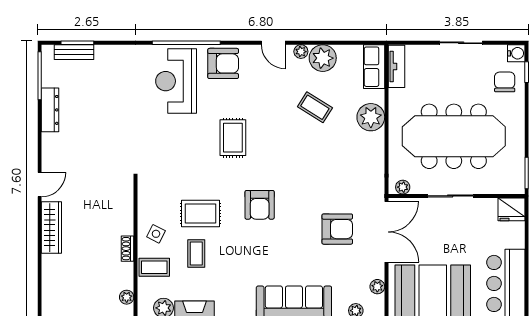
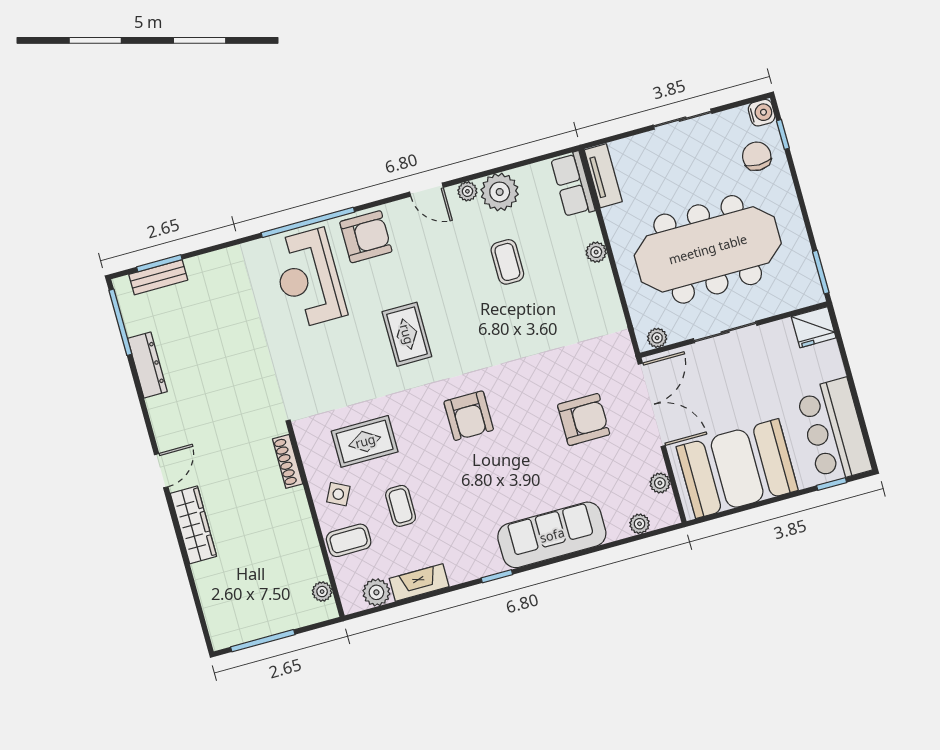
coffee table: (315, 107) -> (507, 262), turned 58
plant: (371, 117) -> (596, 252), width x0.53, depth x0.53
rug: (201, 214) -> (365, 441), moved
shoe rack: (128, 249) -> (288, 461), moved, width x1.43

